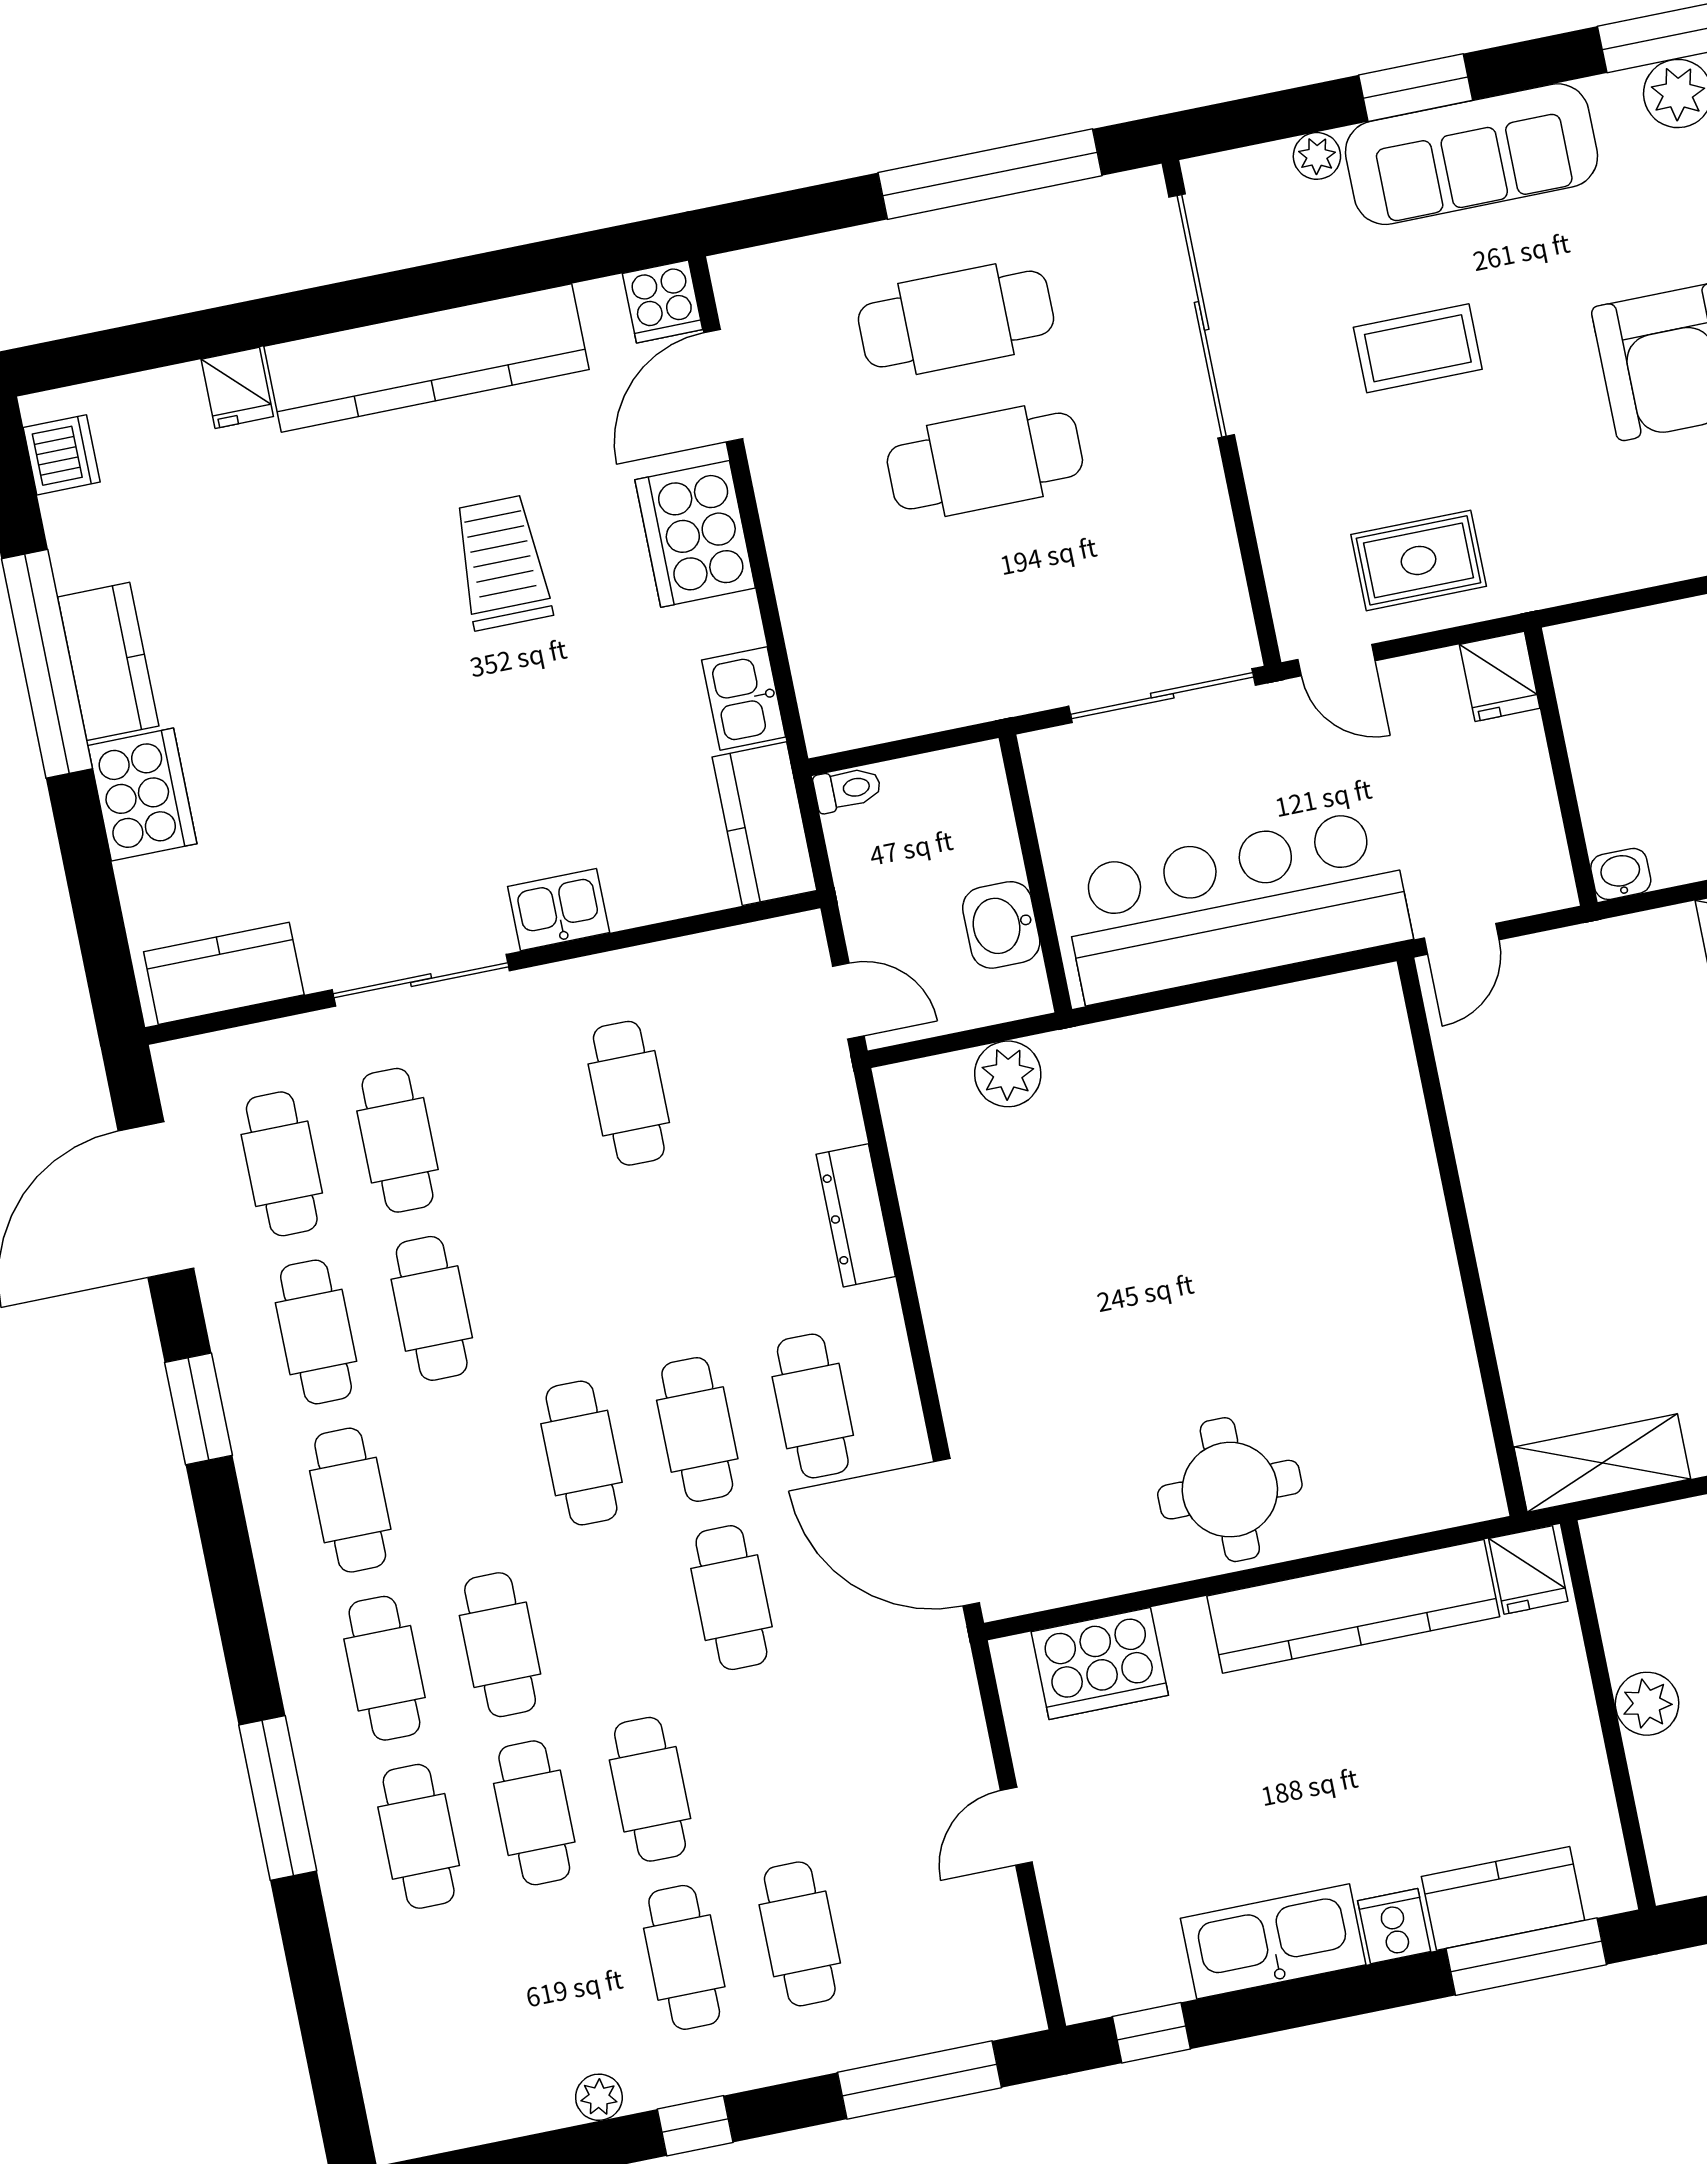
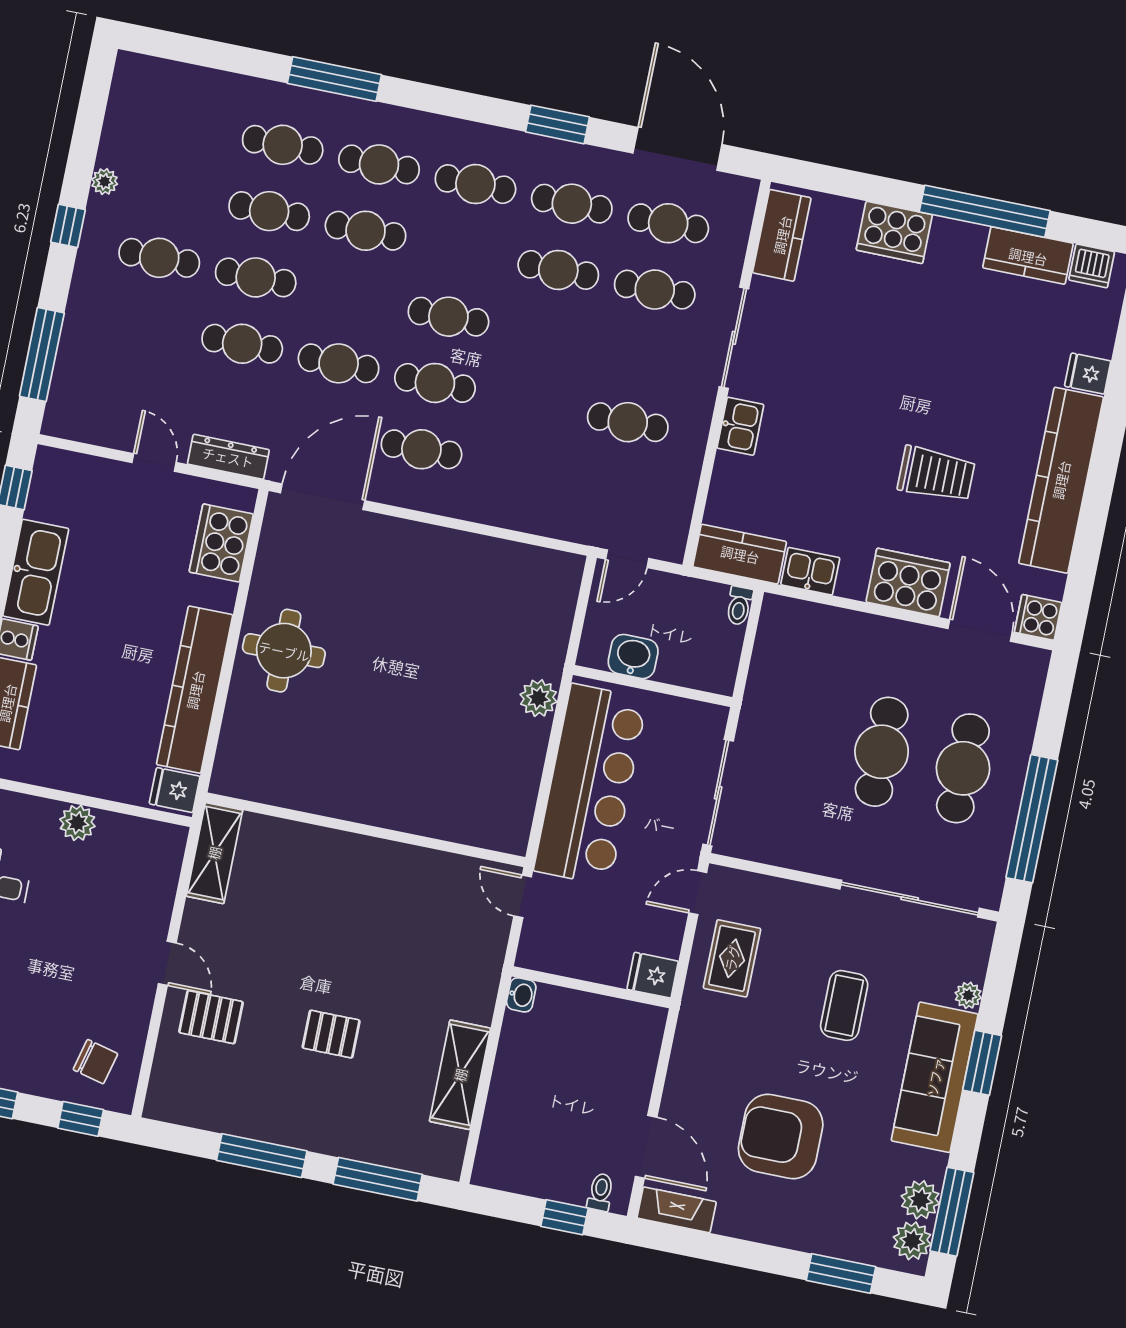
kitchen counter: (108, 661) -> (1028, 256), moved
plant: (1008, 1074) -> (538, 698), moved
dresser: (856, 1215) -> (228, 457), moved
cafe table: (800, 1934) -> (242, 344), moved

